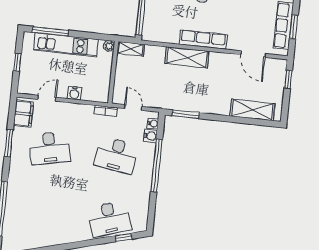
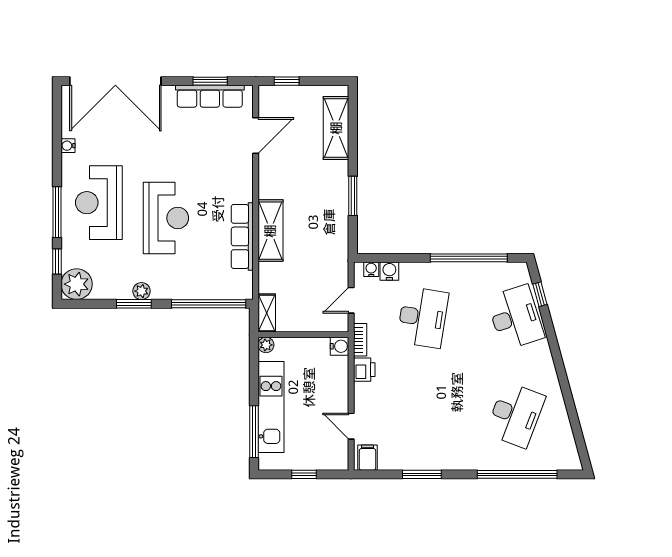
row of seats: (203, 39) -> (242, 236), moved
water cooler: (74, 93) -> (339, 346), moved
printer: (85, 111) -> (364, 370), added
filing cabinet: (24, 114) -> (368, 458), width x0.50
window: (186, 114) -> (353, 196), moved
desk: (50, 148) -> (515, 415), moved, turned 33
window: (156, 166) -> (469, 258), moved

